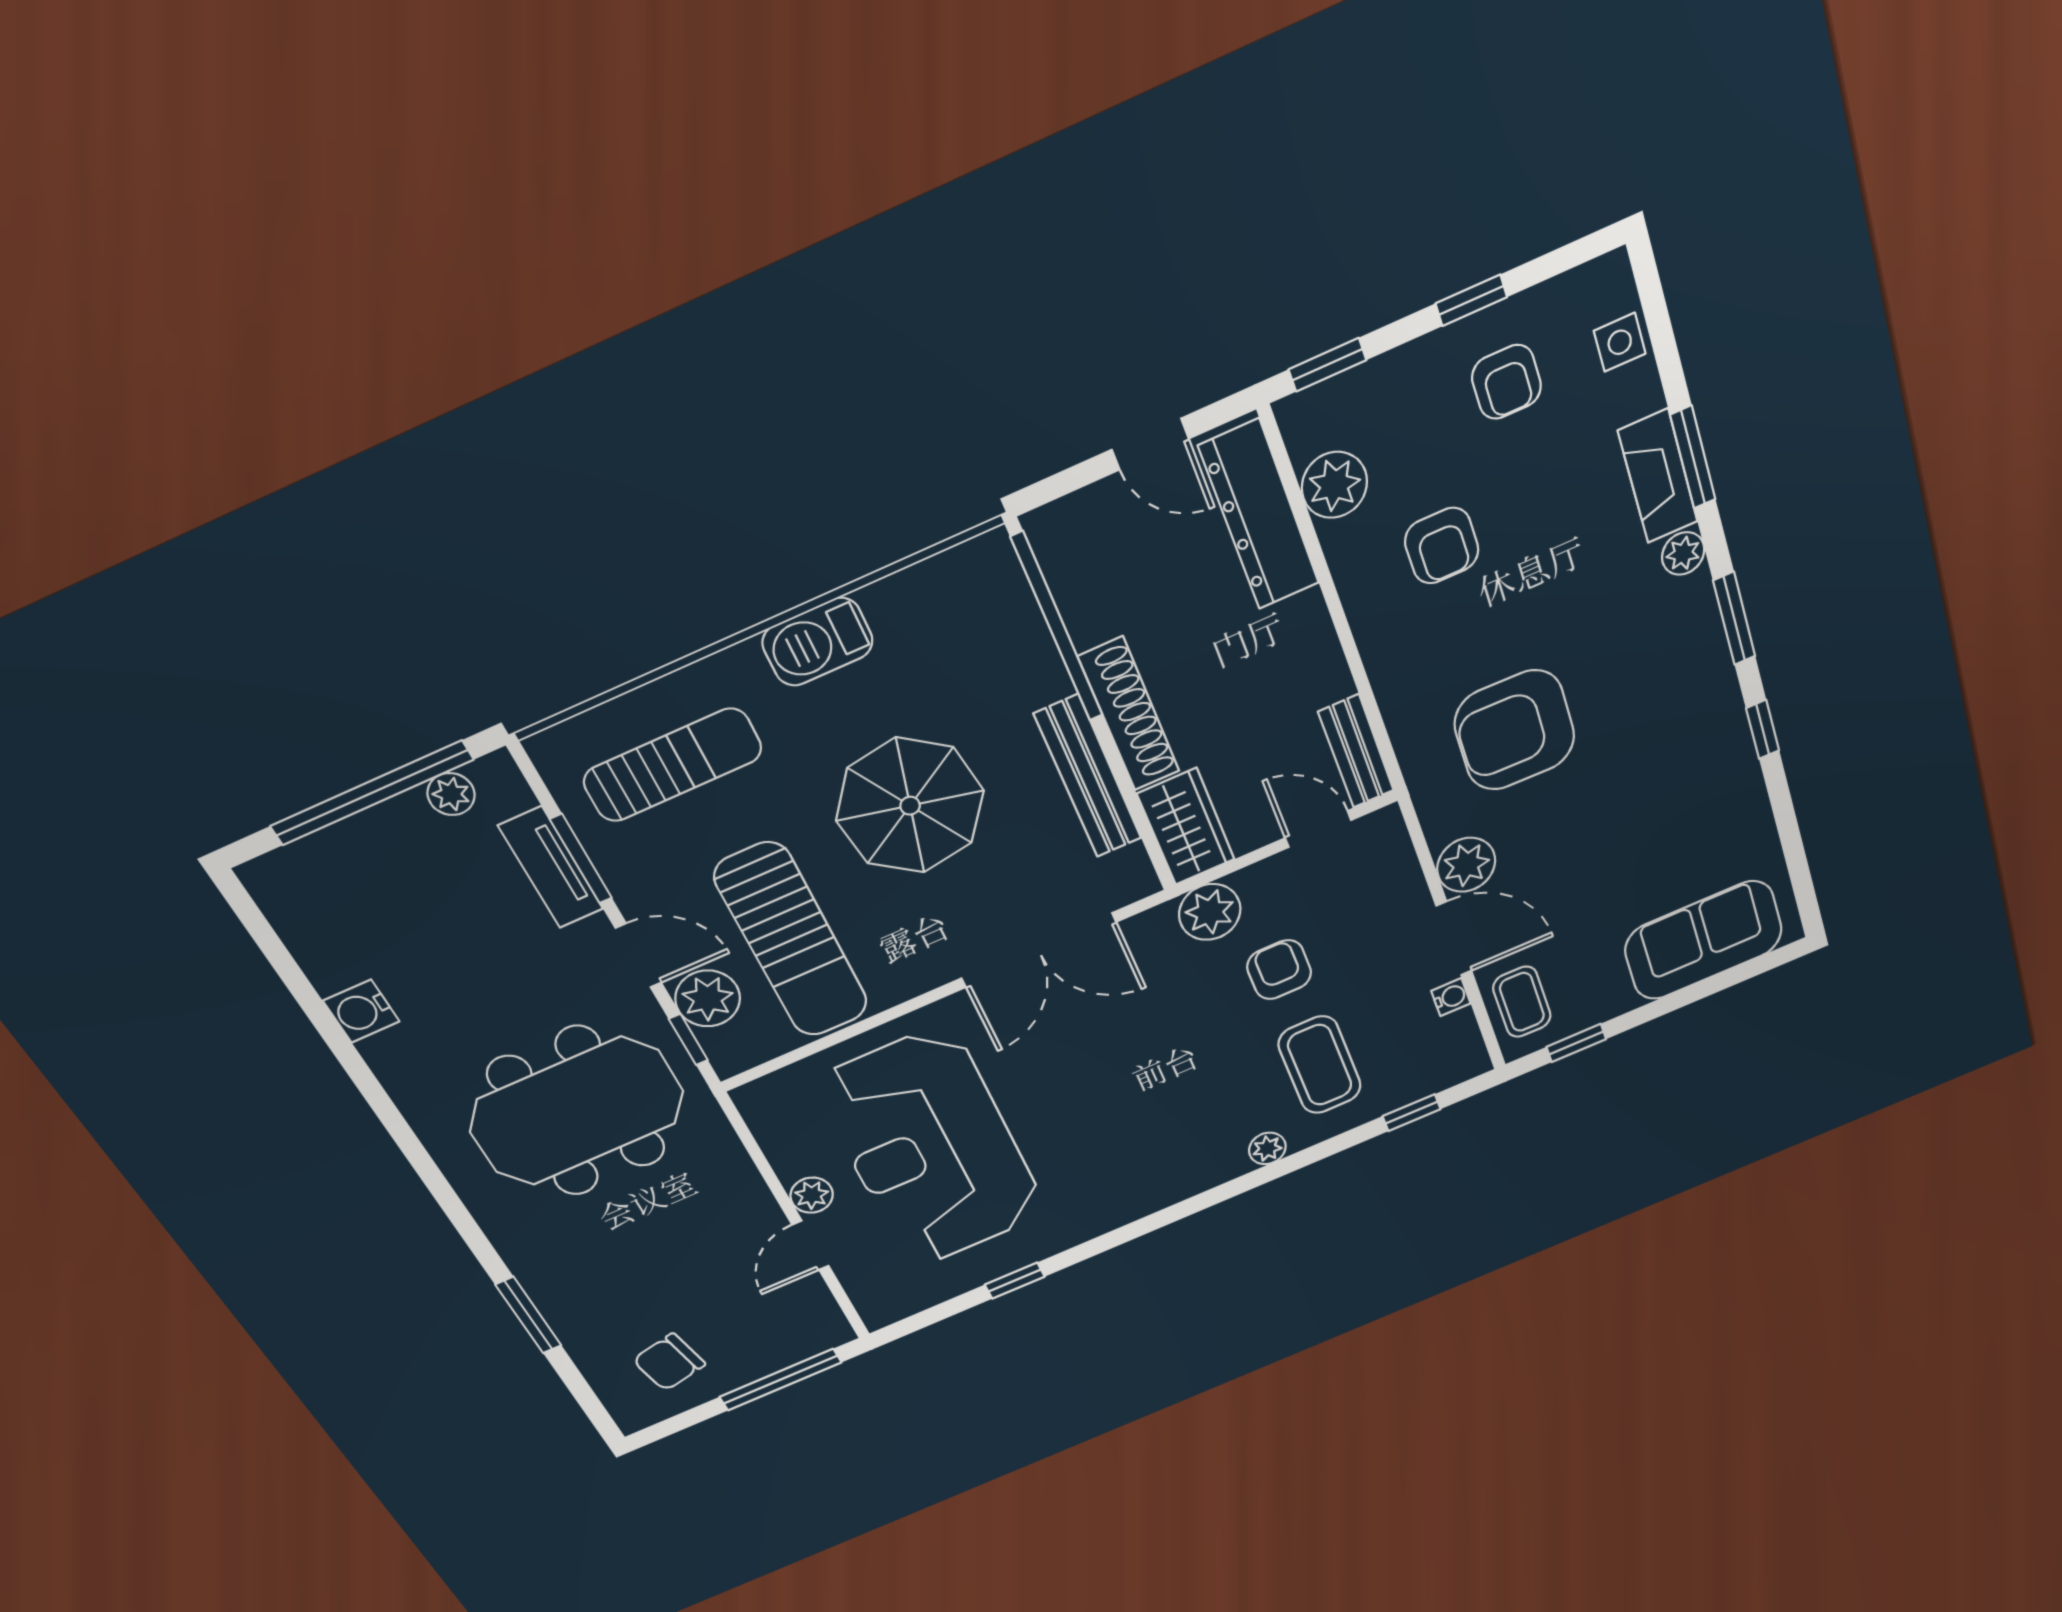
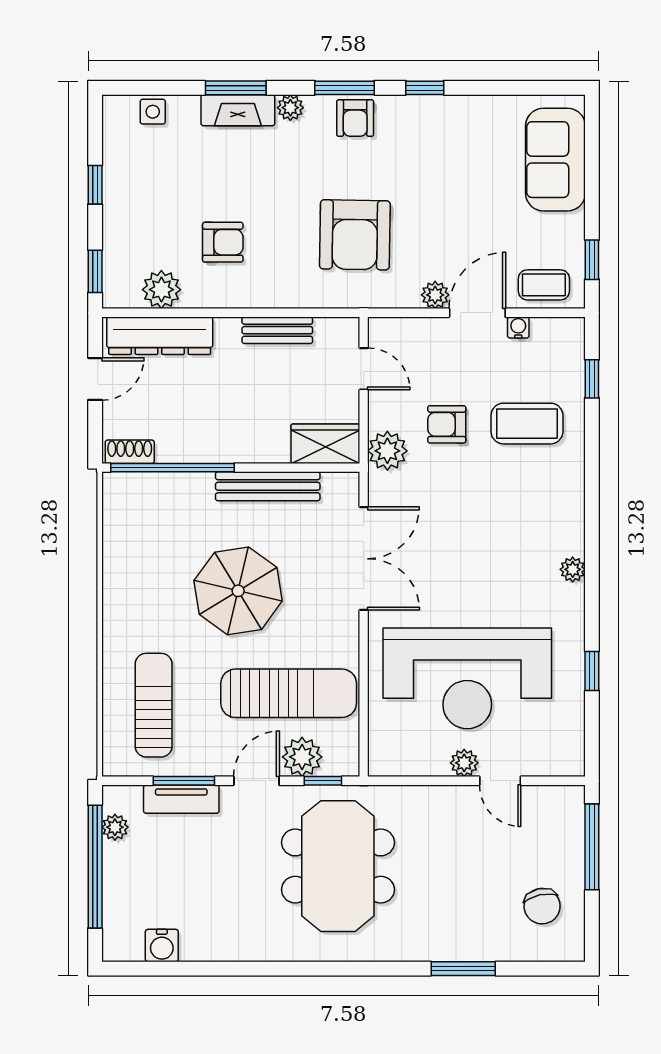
armchair: (1506, 382) -> (355, 118), moved, turned 90
barbecue: (818, 642) -> (121, 597), removed
shoe rack: (1129, 714) -> (130, 452), moved, width x0.51, depth x0.81
bench: (1356, 751) -> (277, 330), moved
door: (1318, 829) -> (364, 369), swing flipped
plant: (1466, 865) -> (435, 295), width x0.73, depth x0.73
water cooler: (361, 1011) -> (162, 946), moved
plant: (1267, 1148) -> (573, 569), moved

